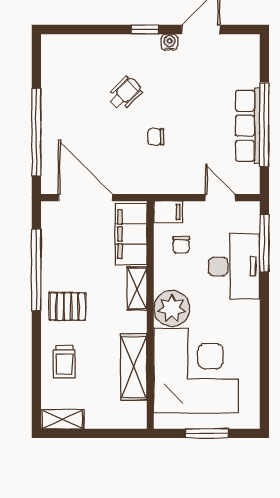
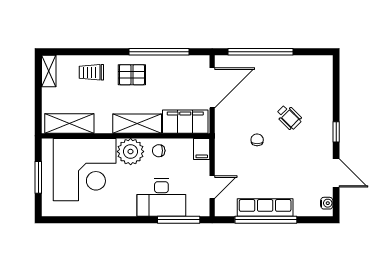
water cooler: (169, 42) -> (327, 203), moved
chair: (181, 245) -> (159, 151), moved
shelving: (137, 288) -> (137, 124), width x1.50, depth x1.33
pallet: (67, 306) -> (132, 75), turned 90
shelving: (134, 367) -> (69, 124), moved

